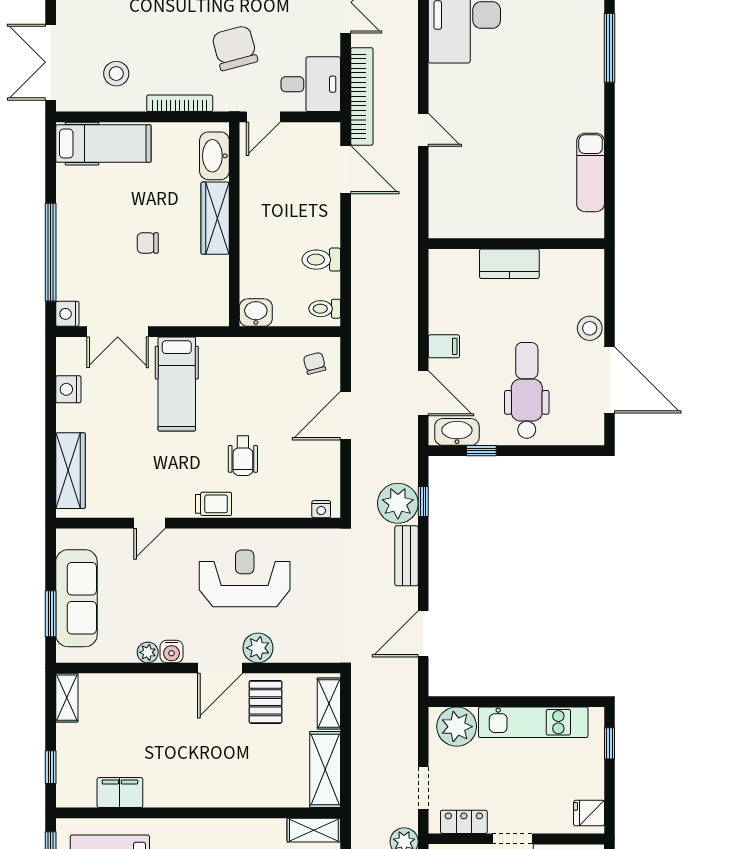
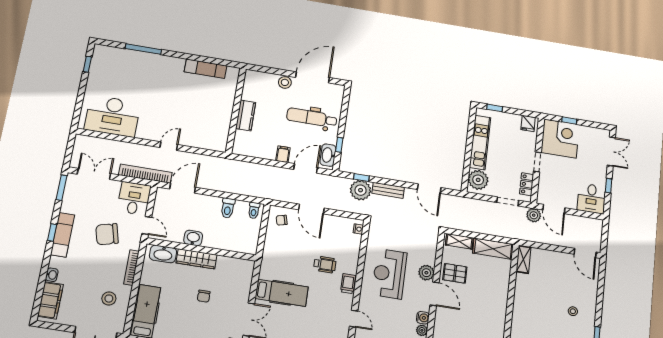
washbasin: (256, 313) -> (193, 238), moved, turned 90

